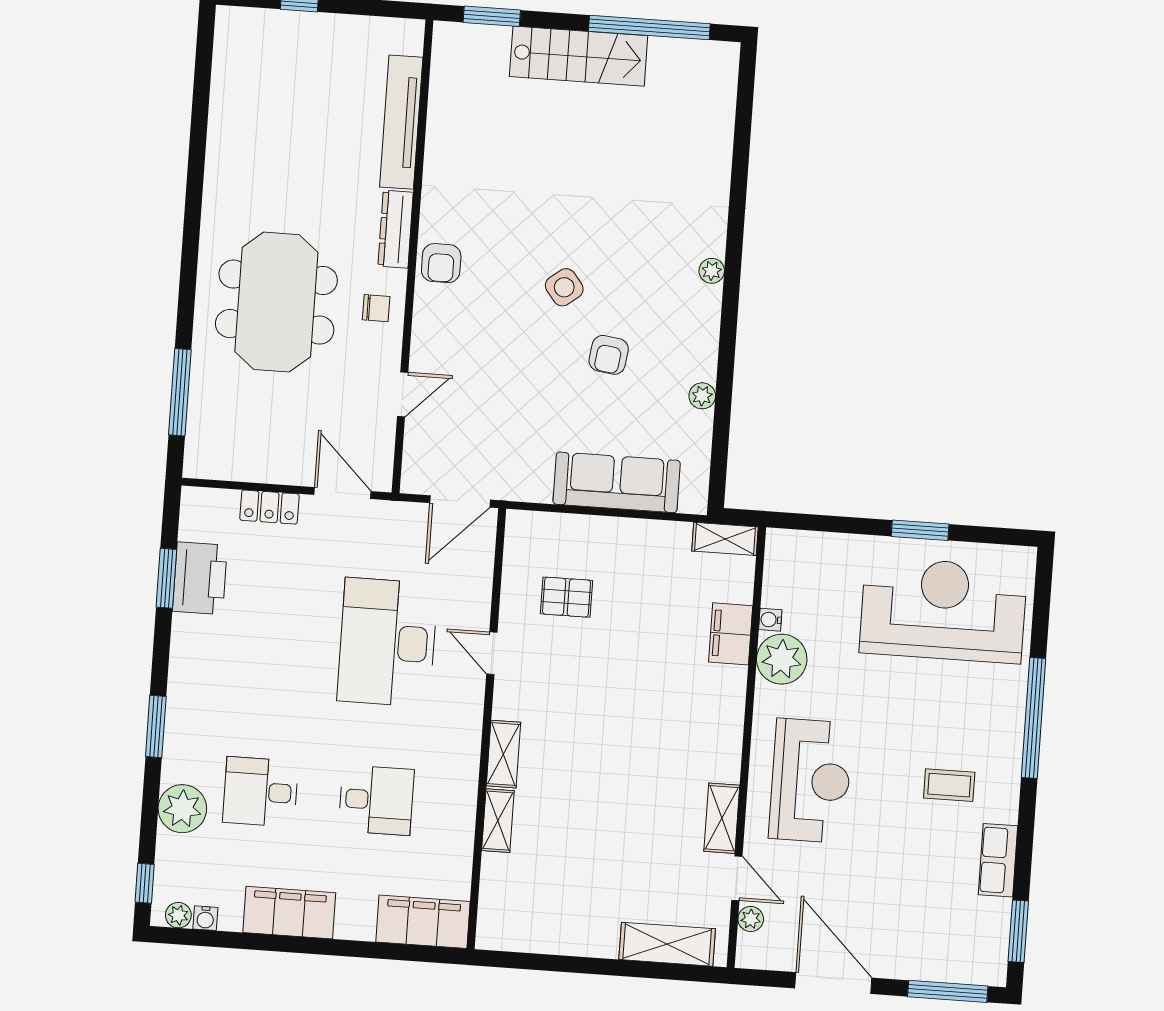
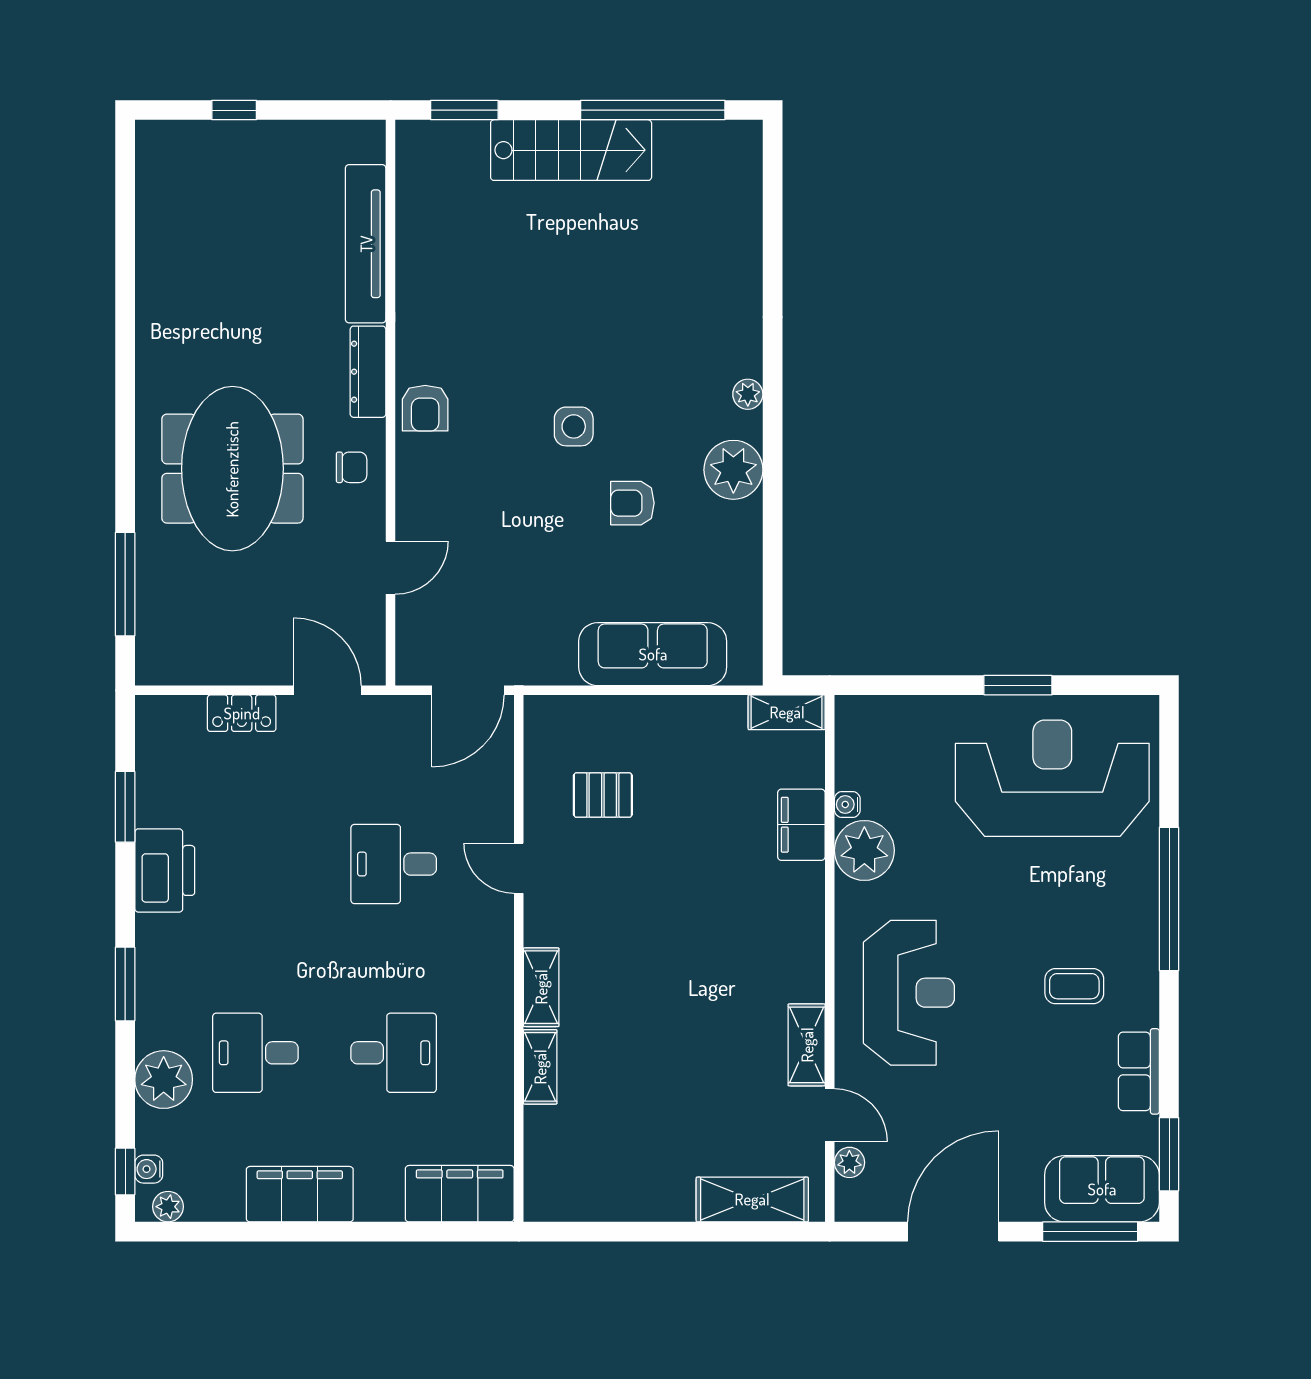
side table: (564, 287) -> (574, 426), turned 38
armchair: (609, 355) -> (632, 503), turned 82
plant: (702, 396) -> (733, 470), moved, width x1.87, depth x1.87
printer: (200, 578) -> (165, 870), moved
desk: (387, 642) -> (394, 864), width x0.53, depth x0.77
water cooler: (205, 918) -> (149, 1169), moved, turned 90
sofa: (960, 956) -> (1102, 1189), added
door: (833, 983) -> (953, 1232), hinge flipped

